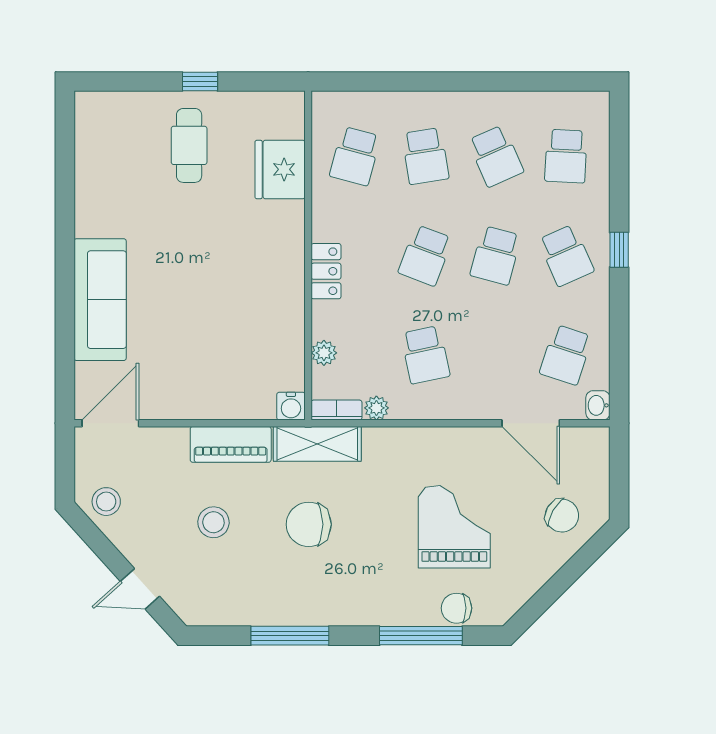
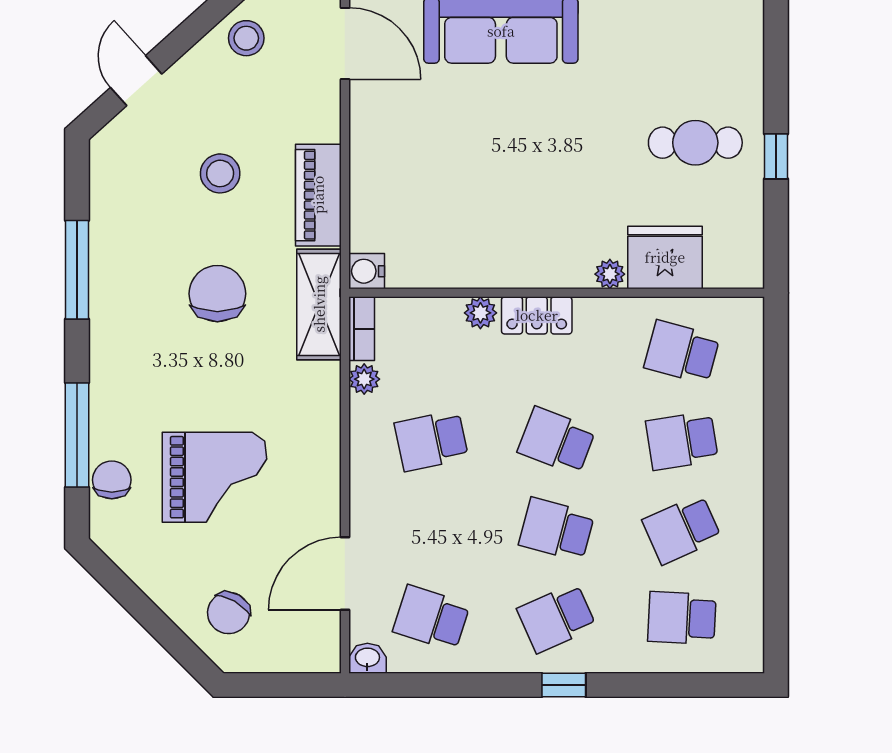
plant: (293, 213) -> (610, 274), added
plant: (324, 353) -> (480, 313), moved

